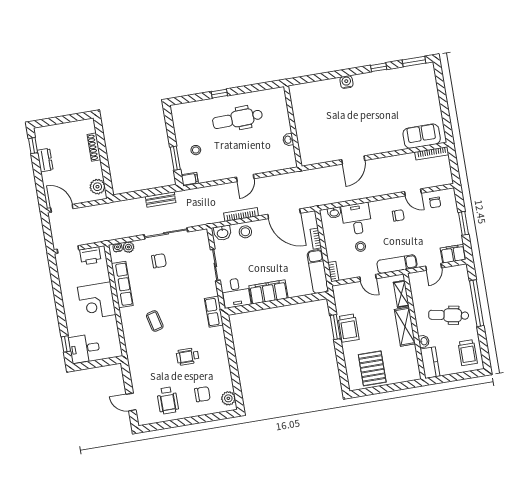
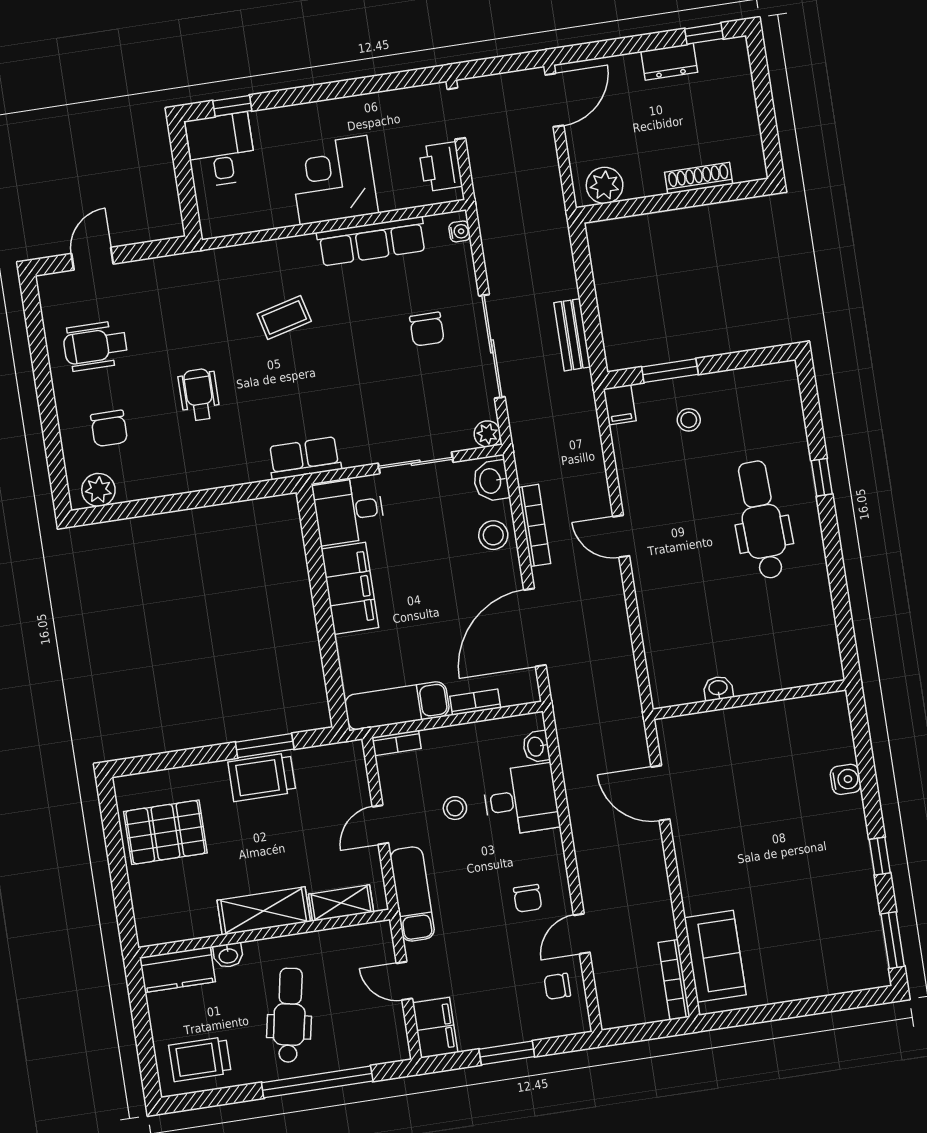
wall: (293, 126) -> (749, 700), moved
washbasin: (288, 140) -> (718, 688), moved
plant: (128, 247) -> (487, 434), moved

